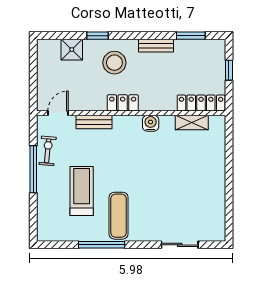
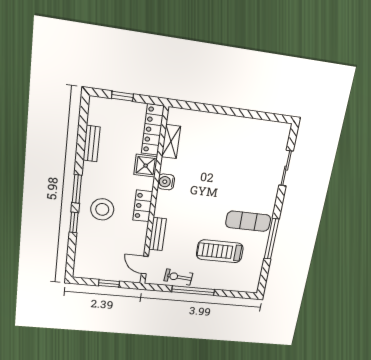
window: (191, 36) -> (77, 189), moved
bench: (156, 46) -> (92, 144), moved
shower: (72, 50) -> (146, 166), moved
window: (33, 78) -> (109, 283), added

